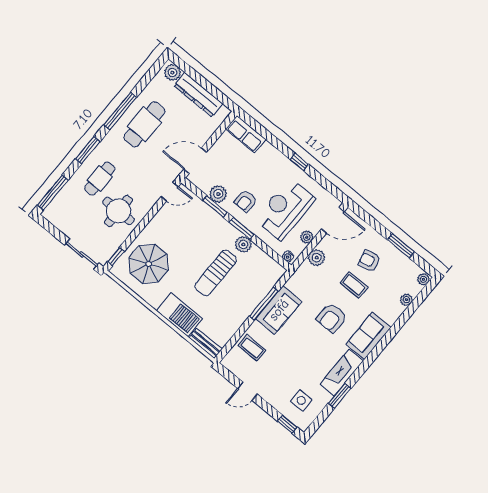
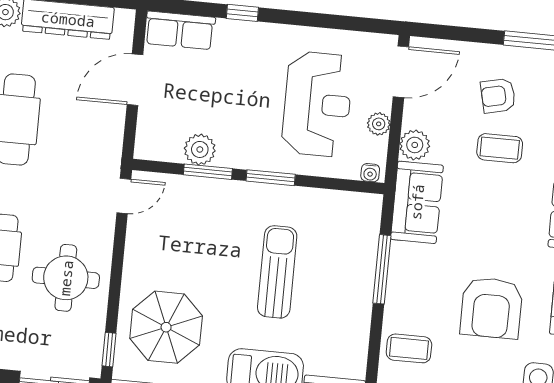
door: (195, 161) -> (135, 80), moved
window: (299, 162) -> (242, 13), moved
armchair: (246, 201) -> (249, 132), removed
reception desk: (285, 209) -> (317, 104), turned 180
plant: (243, 244) -> (290, 200), removed
sun lounger: (216, 273) -> (277, 272), turned 180
sofa: (279, 310) -> (417, 202), moved
armchair: (332, 318) -> (491, 308), moved, width x1.36, depth x1.36

